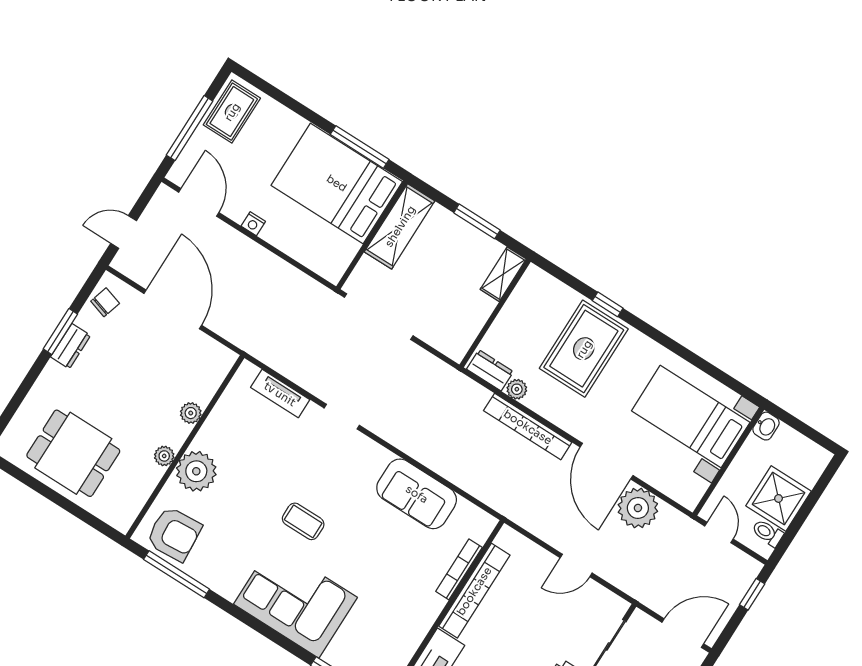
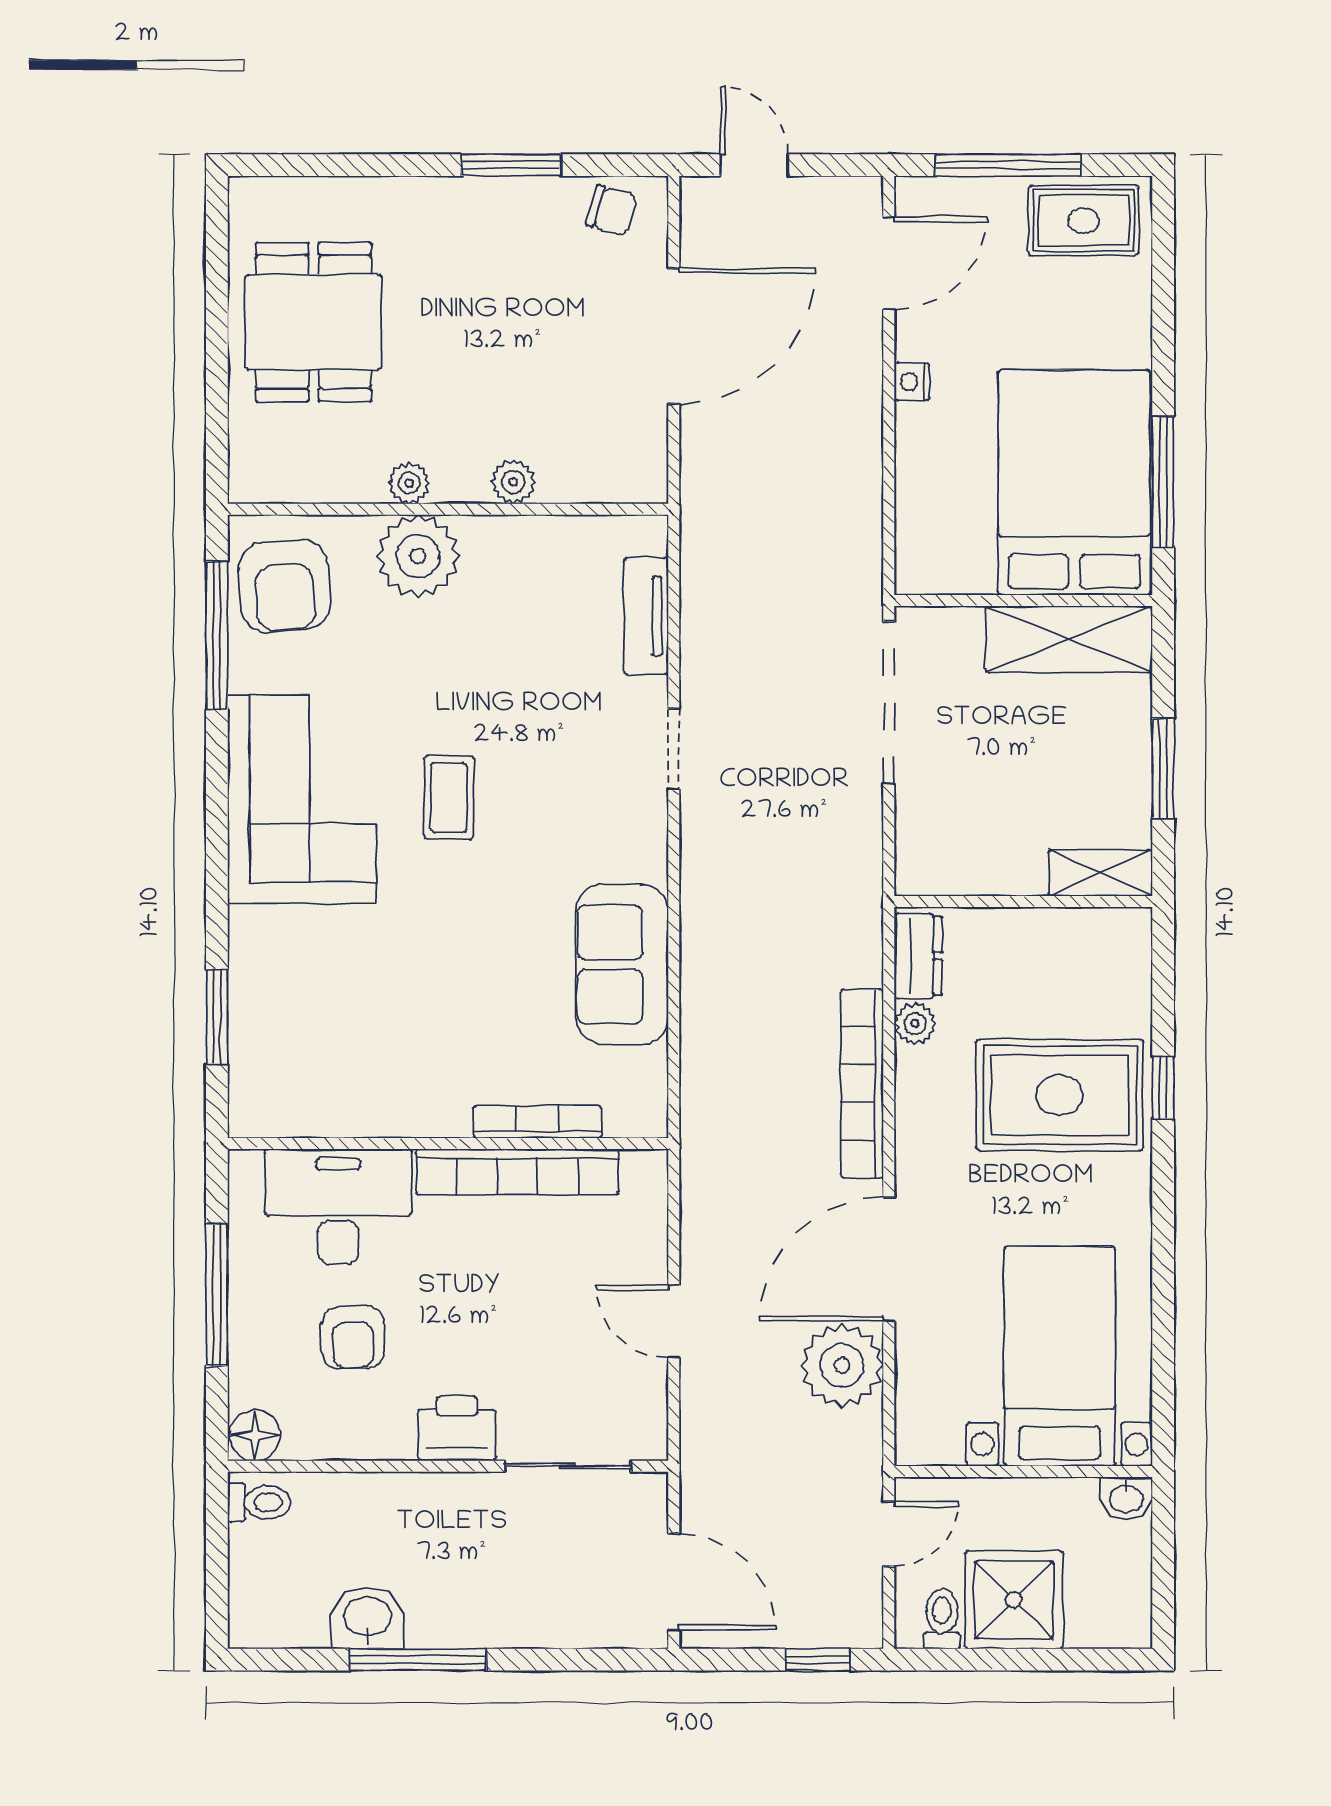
dresser: (71, 346) -> (497, 199), removed
corner sofa: (295, 601) -> (302, 799), moved

